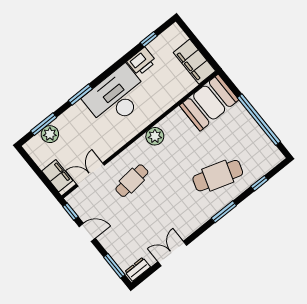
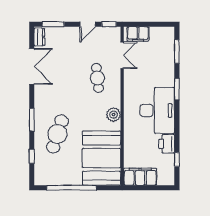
booth: (209, 103) -> (102, 158), width x1.36, depth x1.42
plant: (50, 134) -> (168, 50), removed
double door: (172, 254) -> (32, 66), width x1.37

